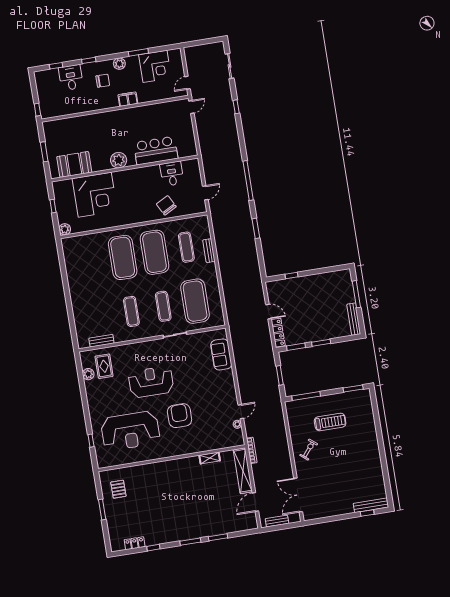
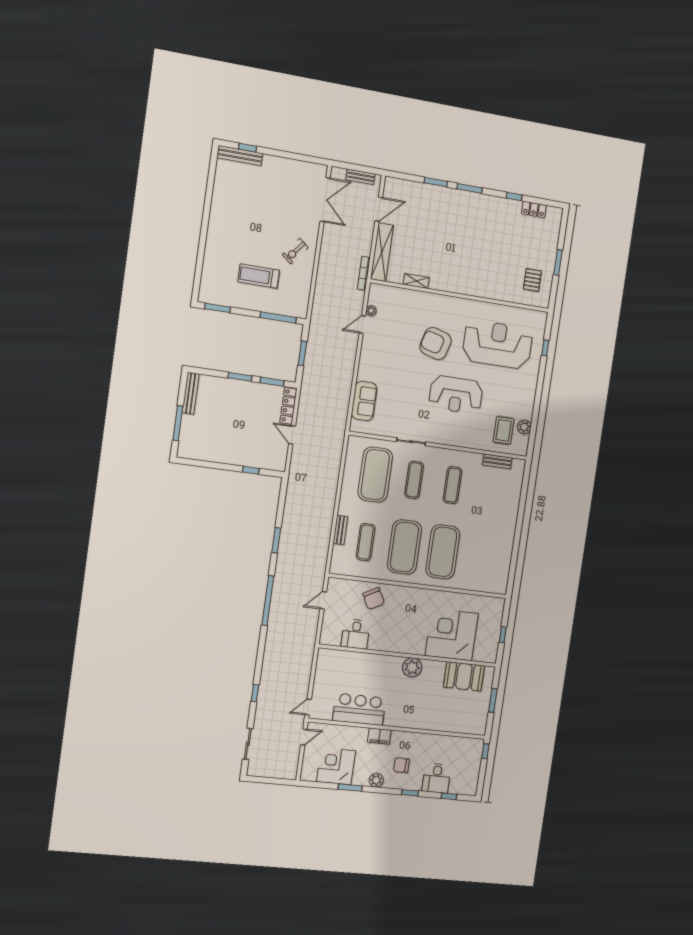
bar counter: (156, 151) -> (359, 709), moved, turned 180
plant: (65, 229) -> (498, 604), removed
armchair: (180, 416) -> (436, 344), turned 105

